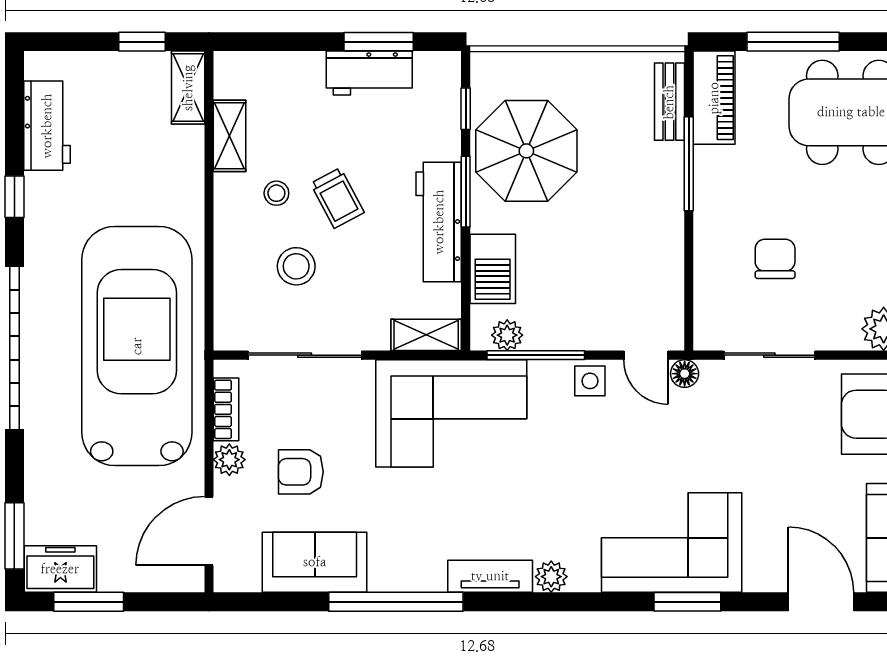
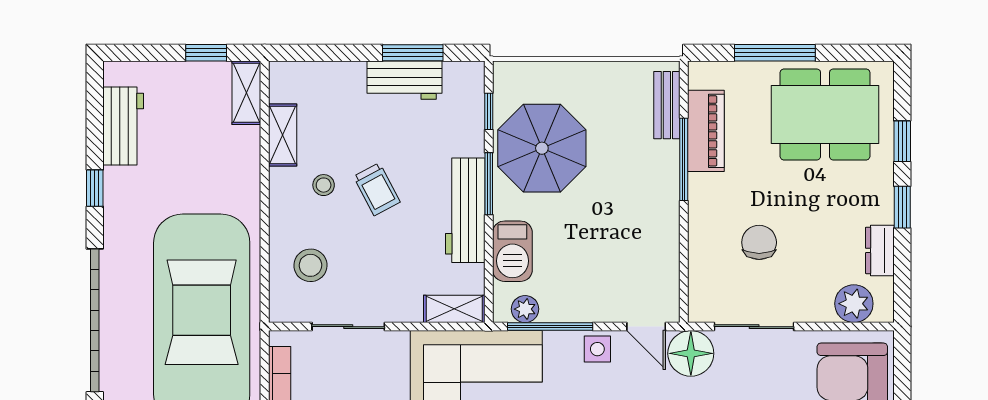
piano: (714, 98) -> (706, 131), moved
stool: (296, 266) -> (310, 265), moved
sliding door: (305, 355) -> (348, 327), width x0.73
floor lamp: (685, 374) -> (691, 353), width x1.89, depth x1.89

